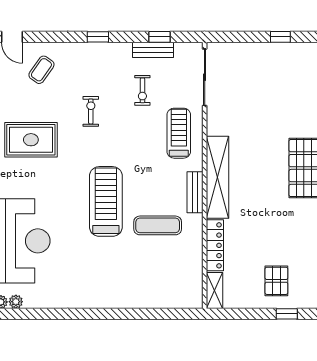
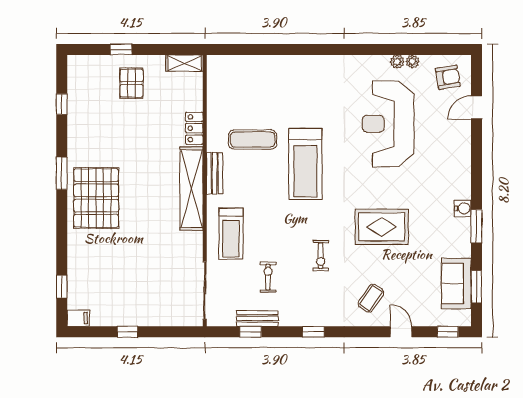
locker: (215, 245) -> (194, 128), width x0.66
shelving: (214, 290) -> (184, 63), moved, turned 90

